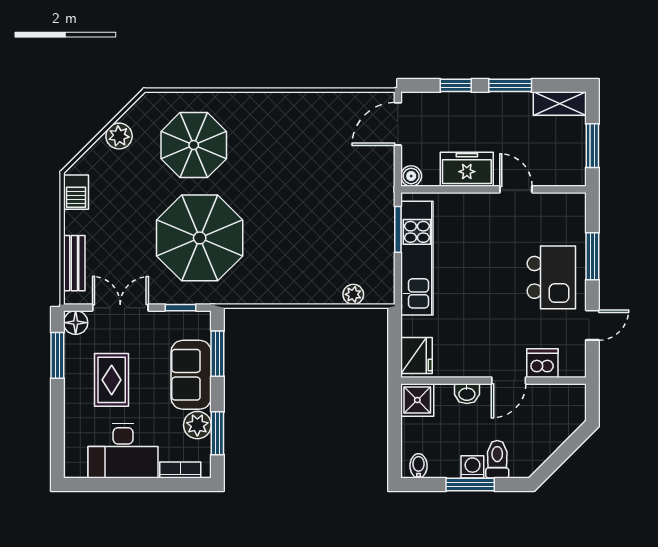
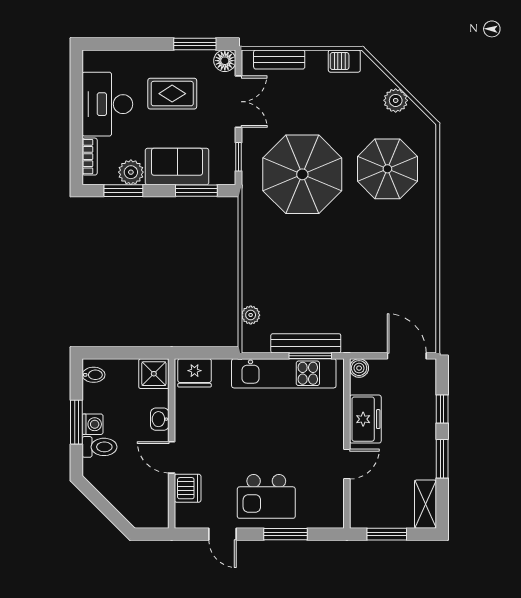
bench: (384, 234) -> (306, 343), added

